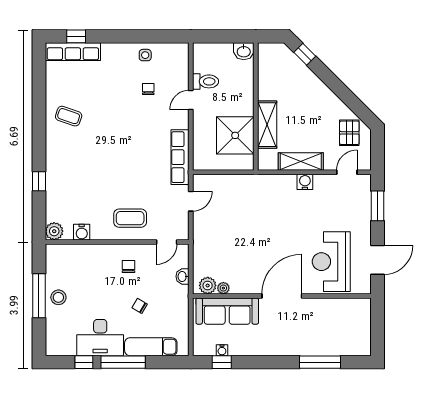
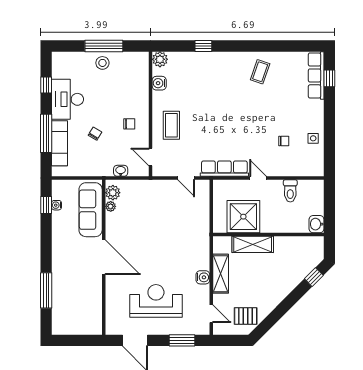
door: (191, 100) -> (258, 178), moved
reception desk: (331, 262) -> (156, 301), moved
window: (123, 362) -> (46, 133), moved

